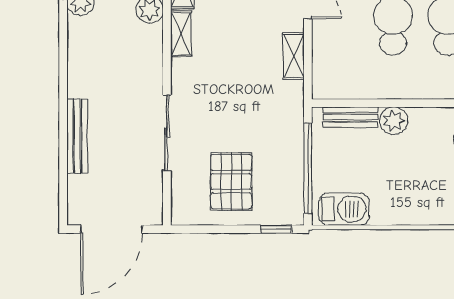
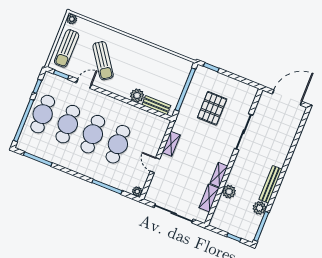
bench: (77, 136) -> (271, 184), moved
pallet: (231, 182) -> (212, 108), moved
barbecue: (344, 209) -> (176, 64), removed

